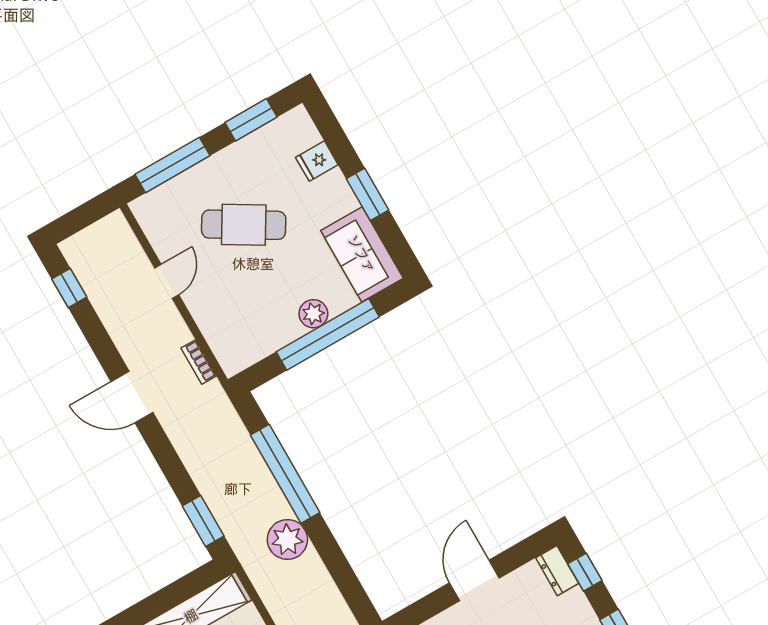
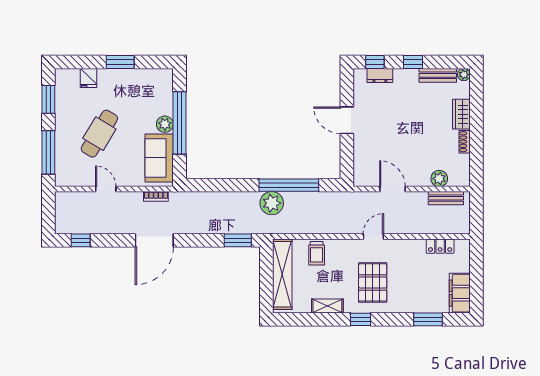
sofa: (362, 254) -> (159, 158), moved, turned 90
door: (132, 397) -> (154, 240), width x1.36
window: (285, 474) -> (289, 185), moved
dresser: (557, 571) -> (380, 76), moved

